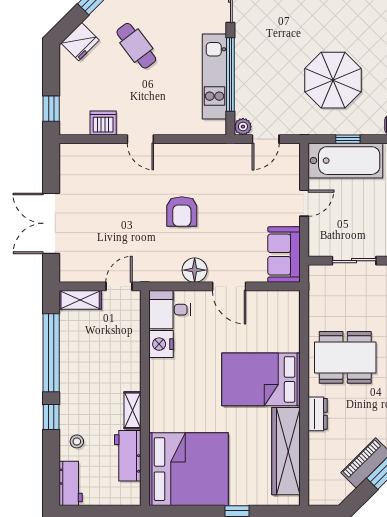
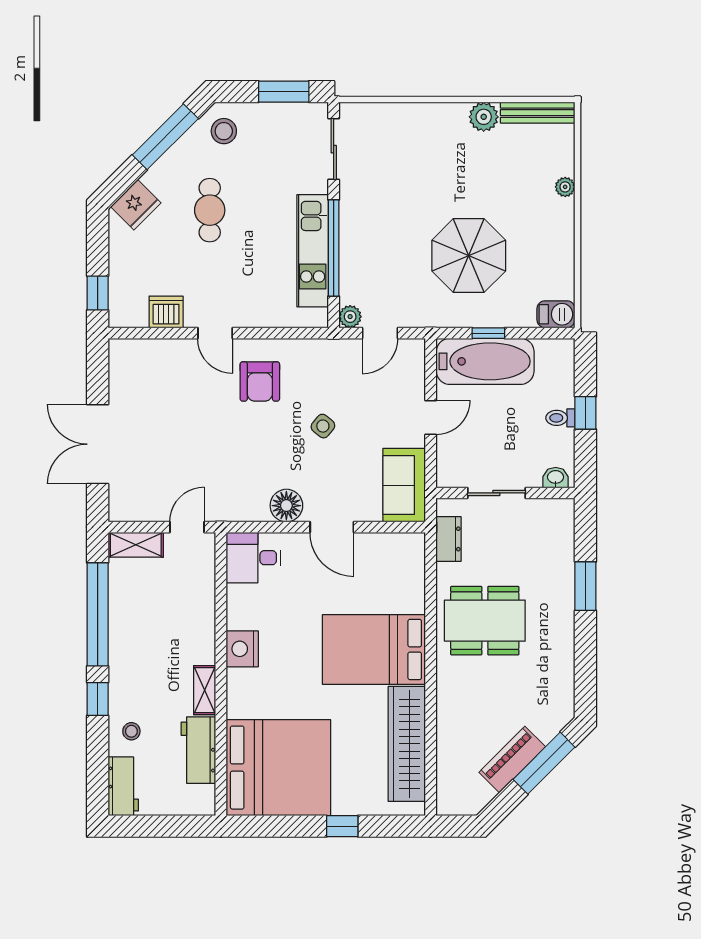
cafe table: (136, 46) -> (210, 210), turned 37
side table: (222, 210) -> (323, 426), added
armchair: (182, 211) -> (260, 381), moved
nightstand: (161, 344) -> (242, 649), moved
dresser: (318, 414) -> (449, 539), moved

